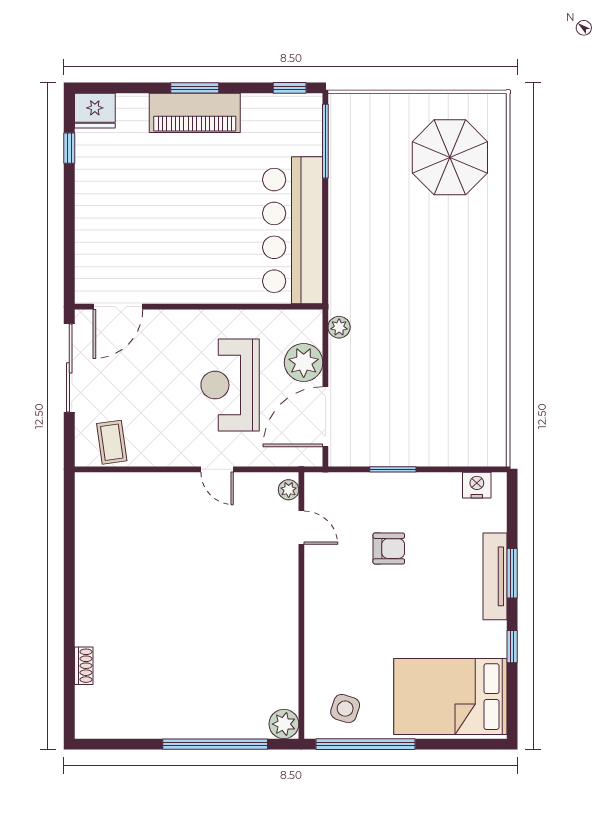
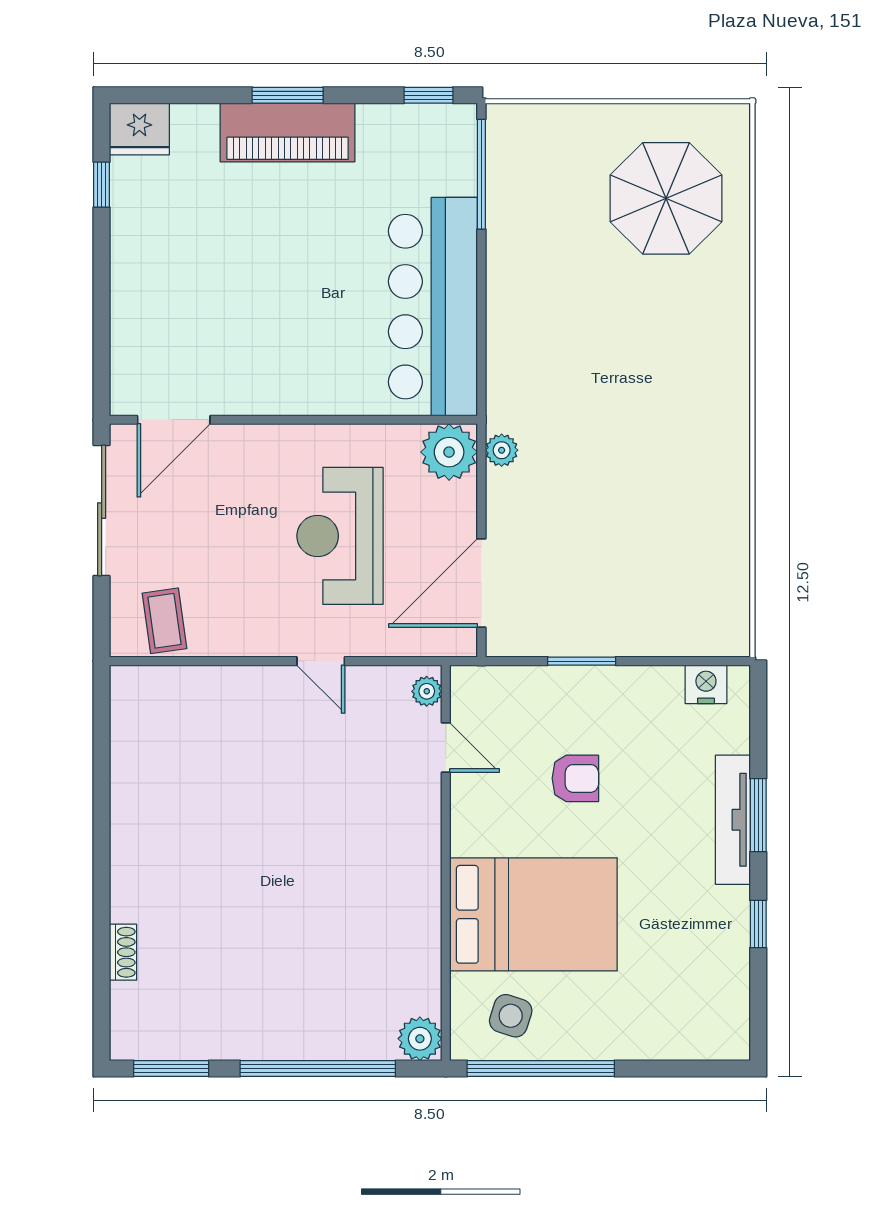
plant: (304, 362) -> (449, 452), moved
bed: (450, 697) -> (533, 914), moved, turned 180
window: (116, 744) -> (171, 1069), added

